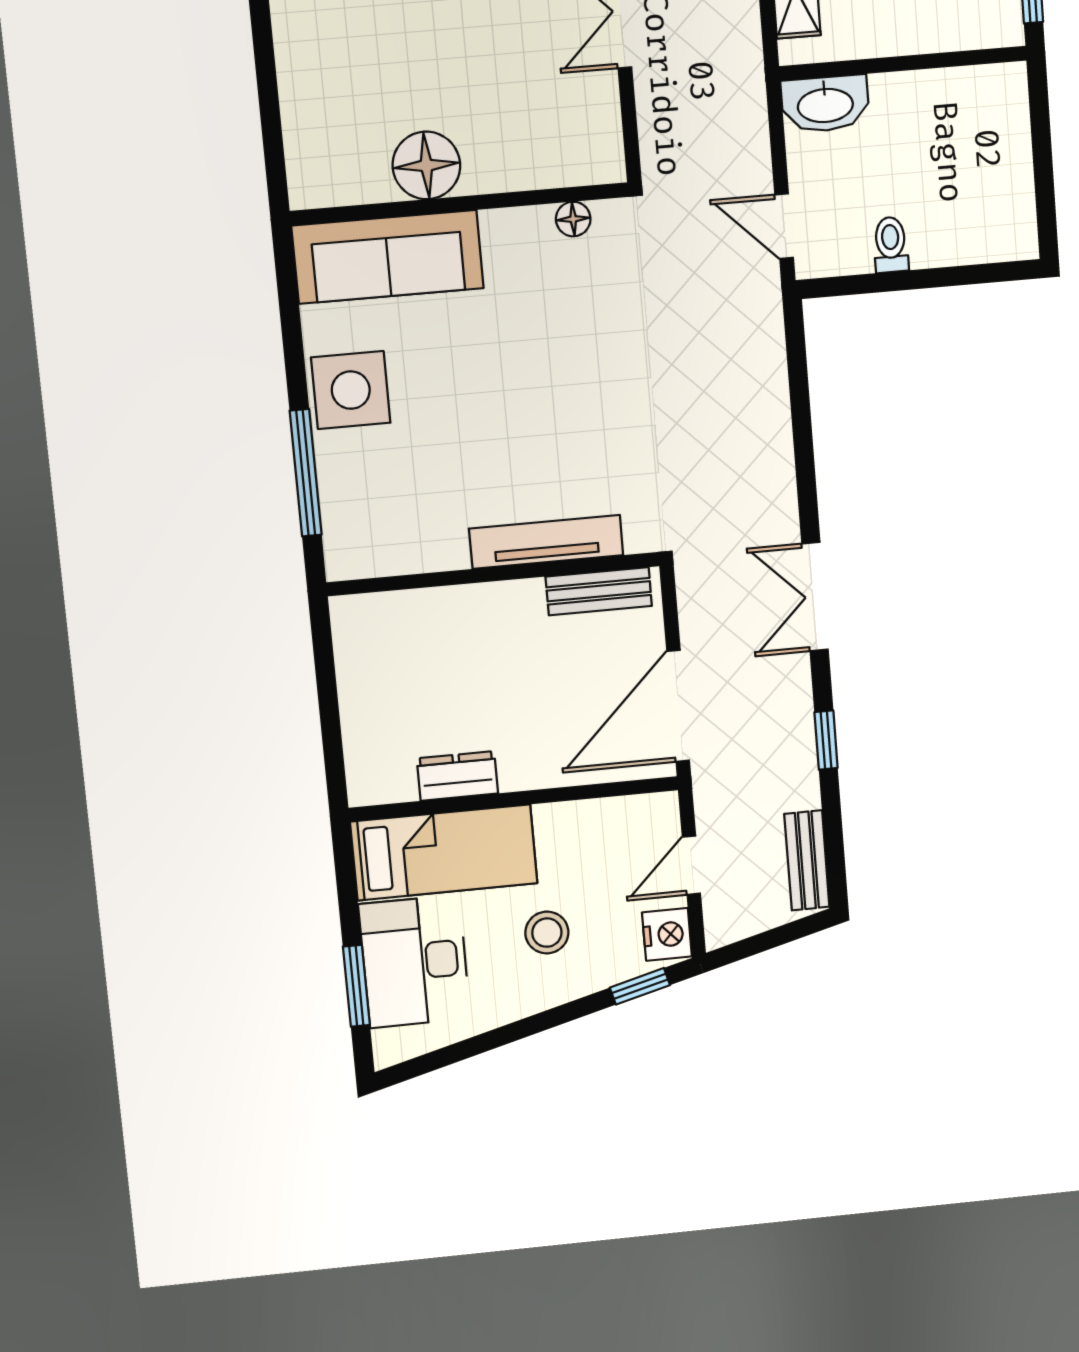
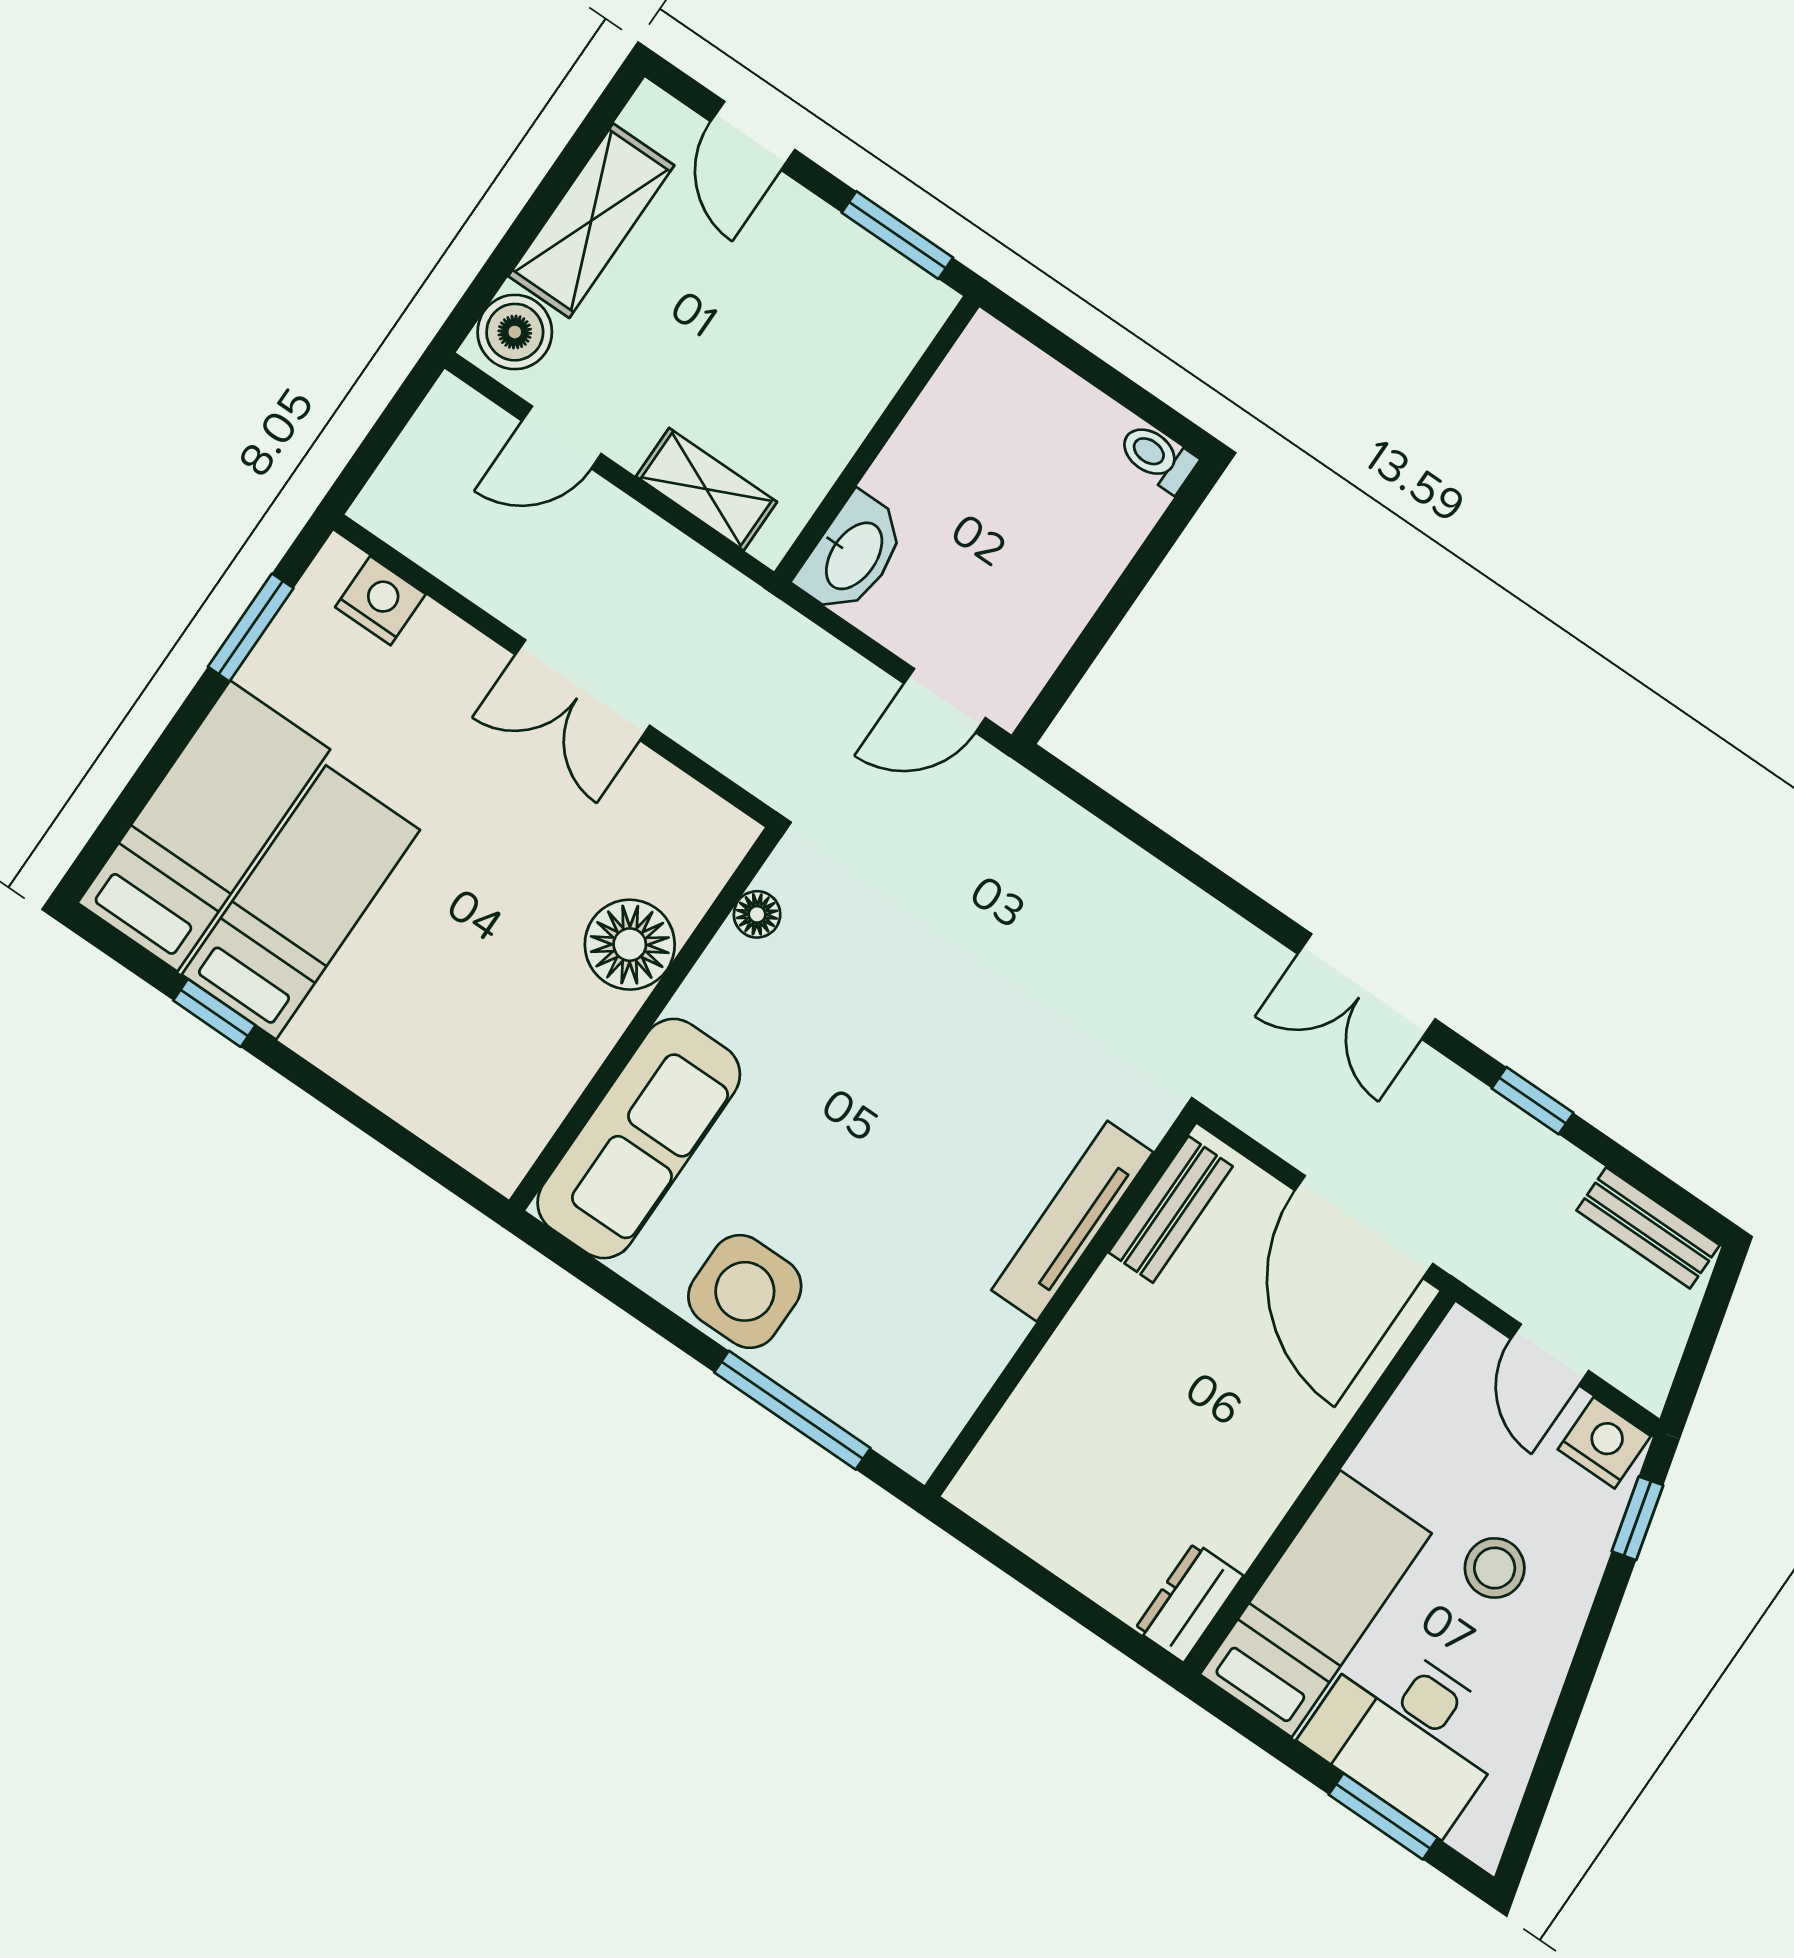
floor lamp: (426, 165) -> (630, 945), moved
toilet: (891, 245) -> (1157, 457), moved
dresser: (457, 776) -> (1189, 1602), moved

